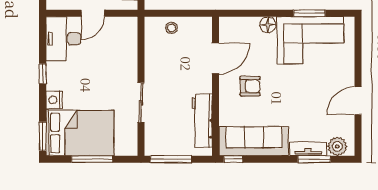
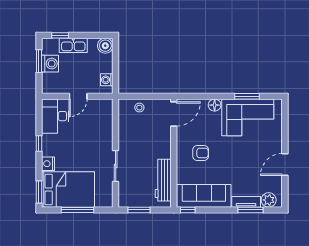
door: (216, 58) -> (174, 114), moved
window: (171, 159) -> (139, 210), width x0.69

